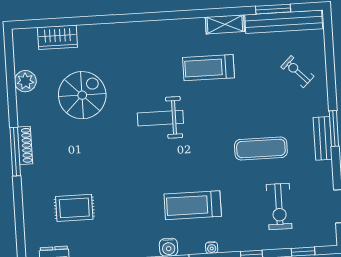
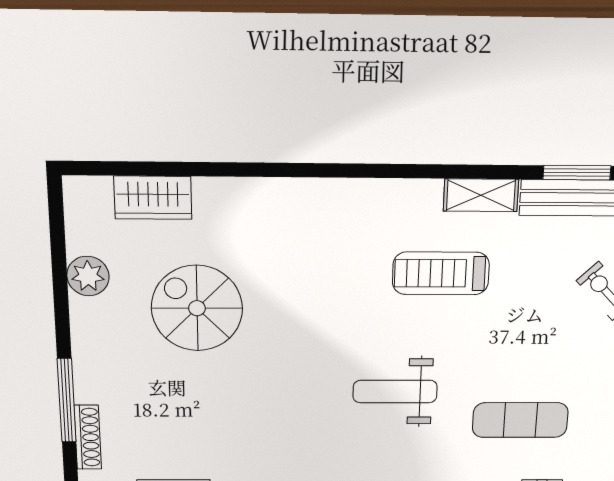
spiral stairs: (82, 95) -> (197, 308), turned -90
weight bench: (160, 118) -> (395, 391), moved
shoe rack: (25, 145) -> (88, 437), moved

